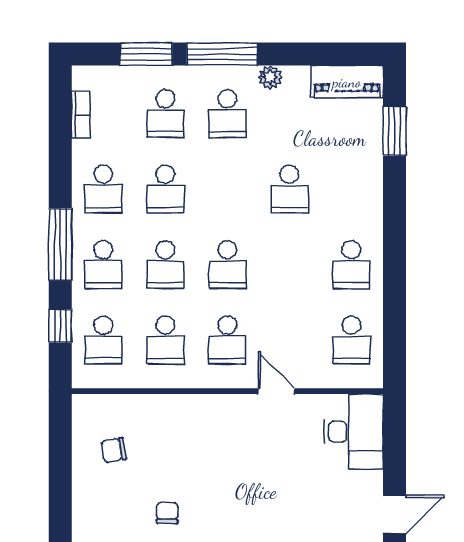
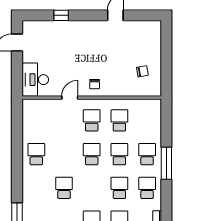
window: (60, 326) -> (166, 127), removed
school desk: (103, 340) -> (147, 120), removed
school desk: (351, 340) -> (36, 120), removed
door: (276, 391) -> (70, 98), swing flipped
chair: (167, 513) -> (95, 84), moved

